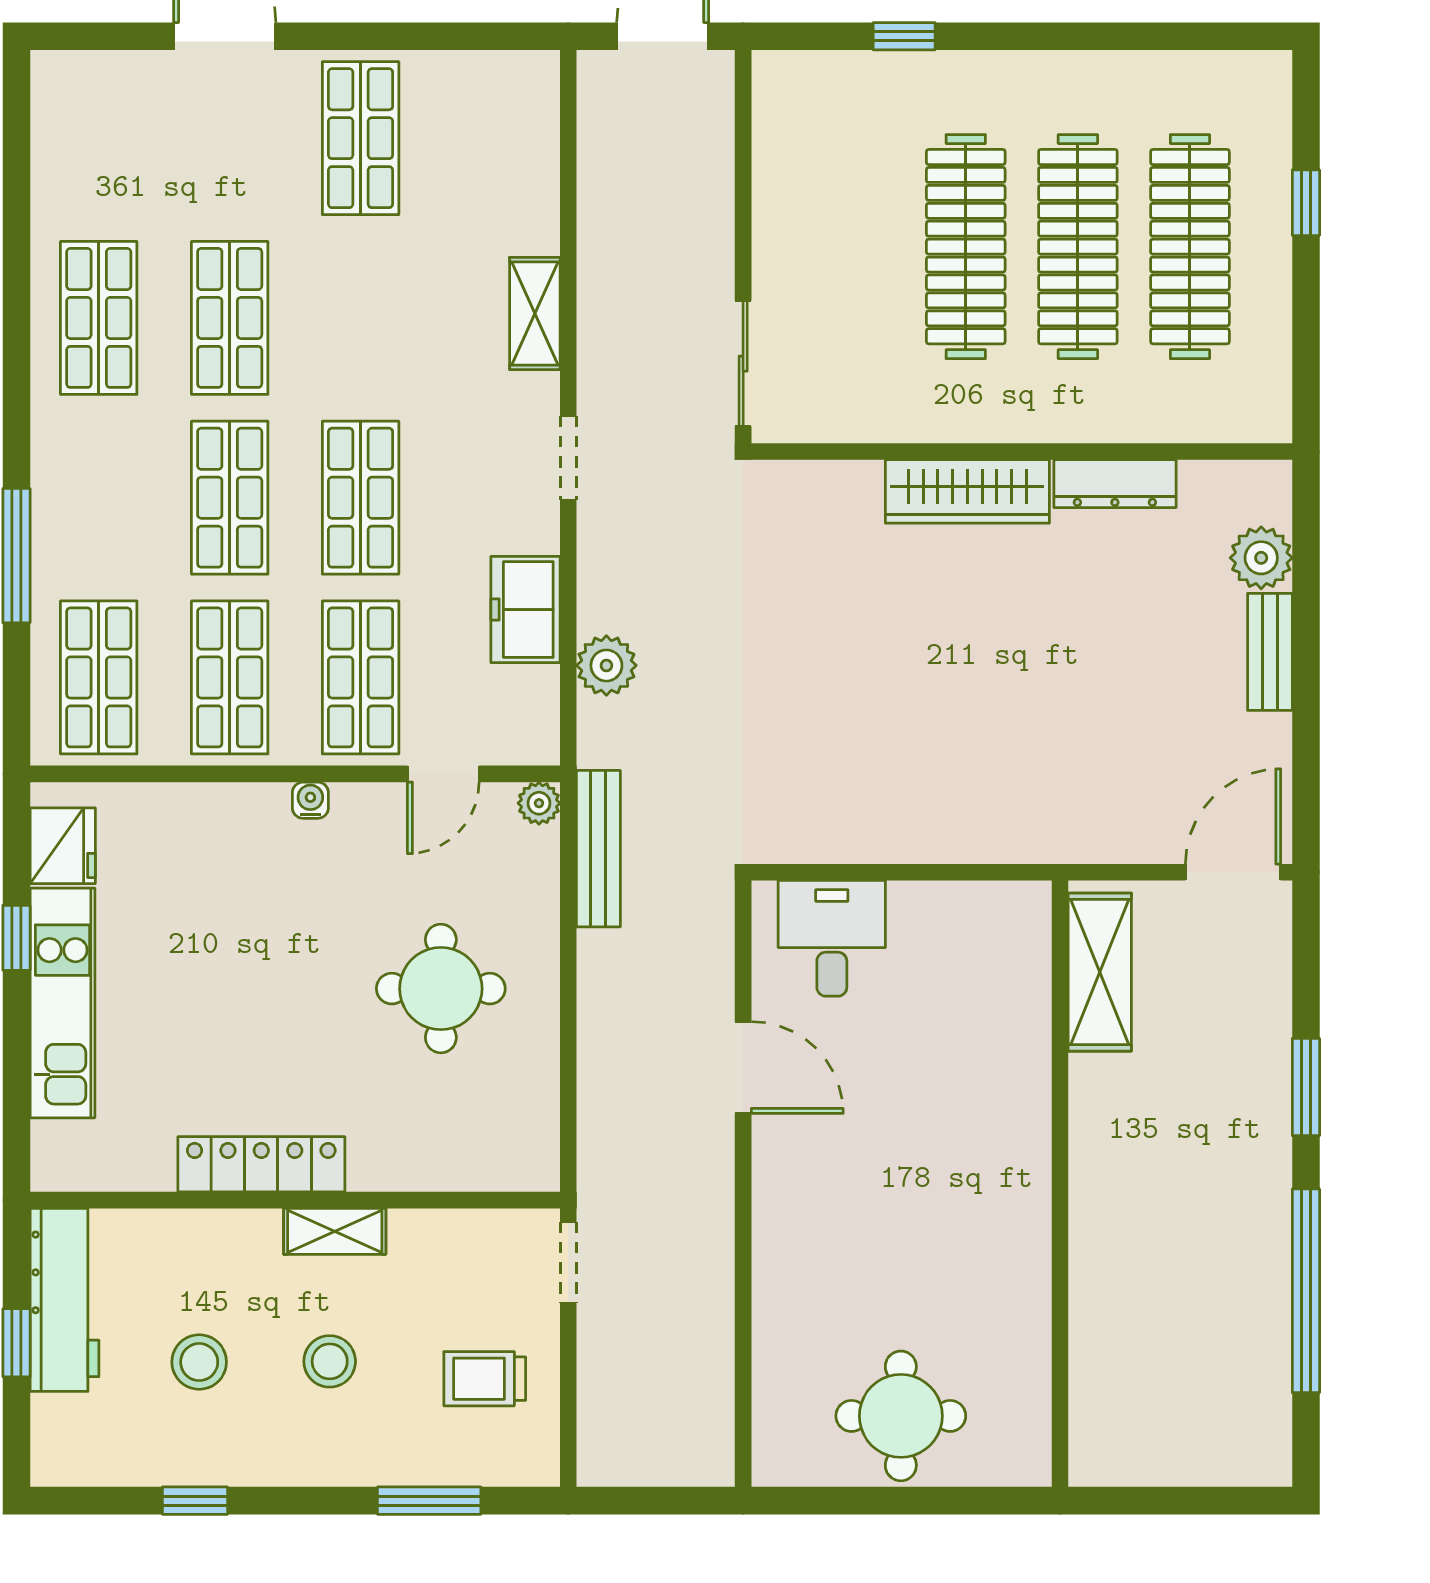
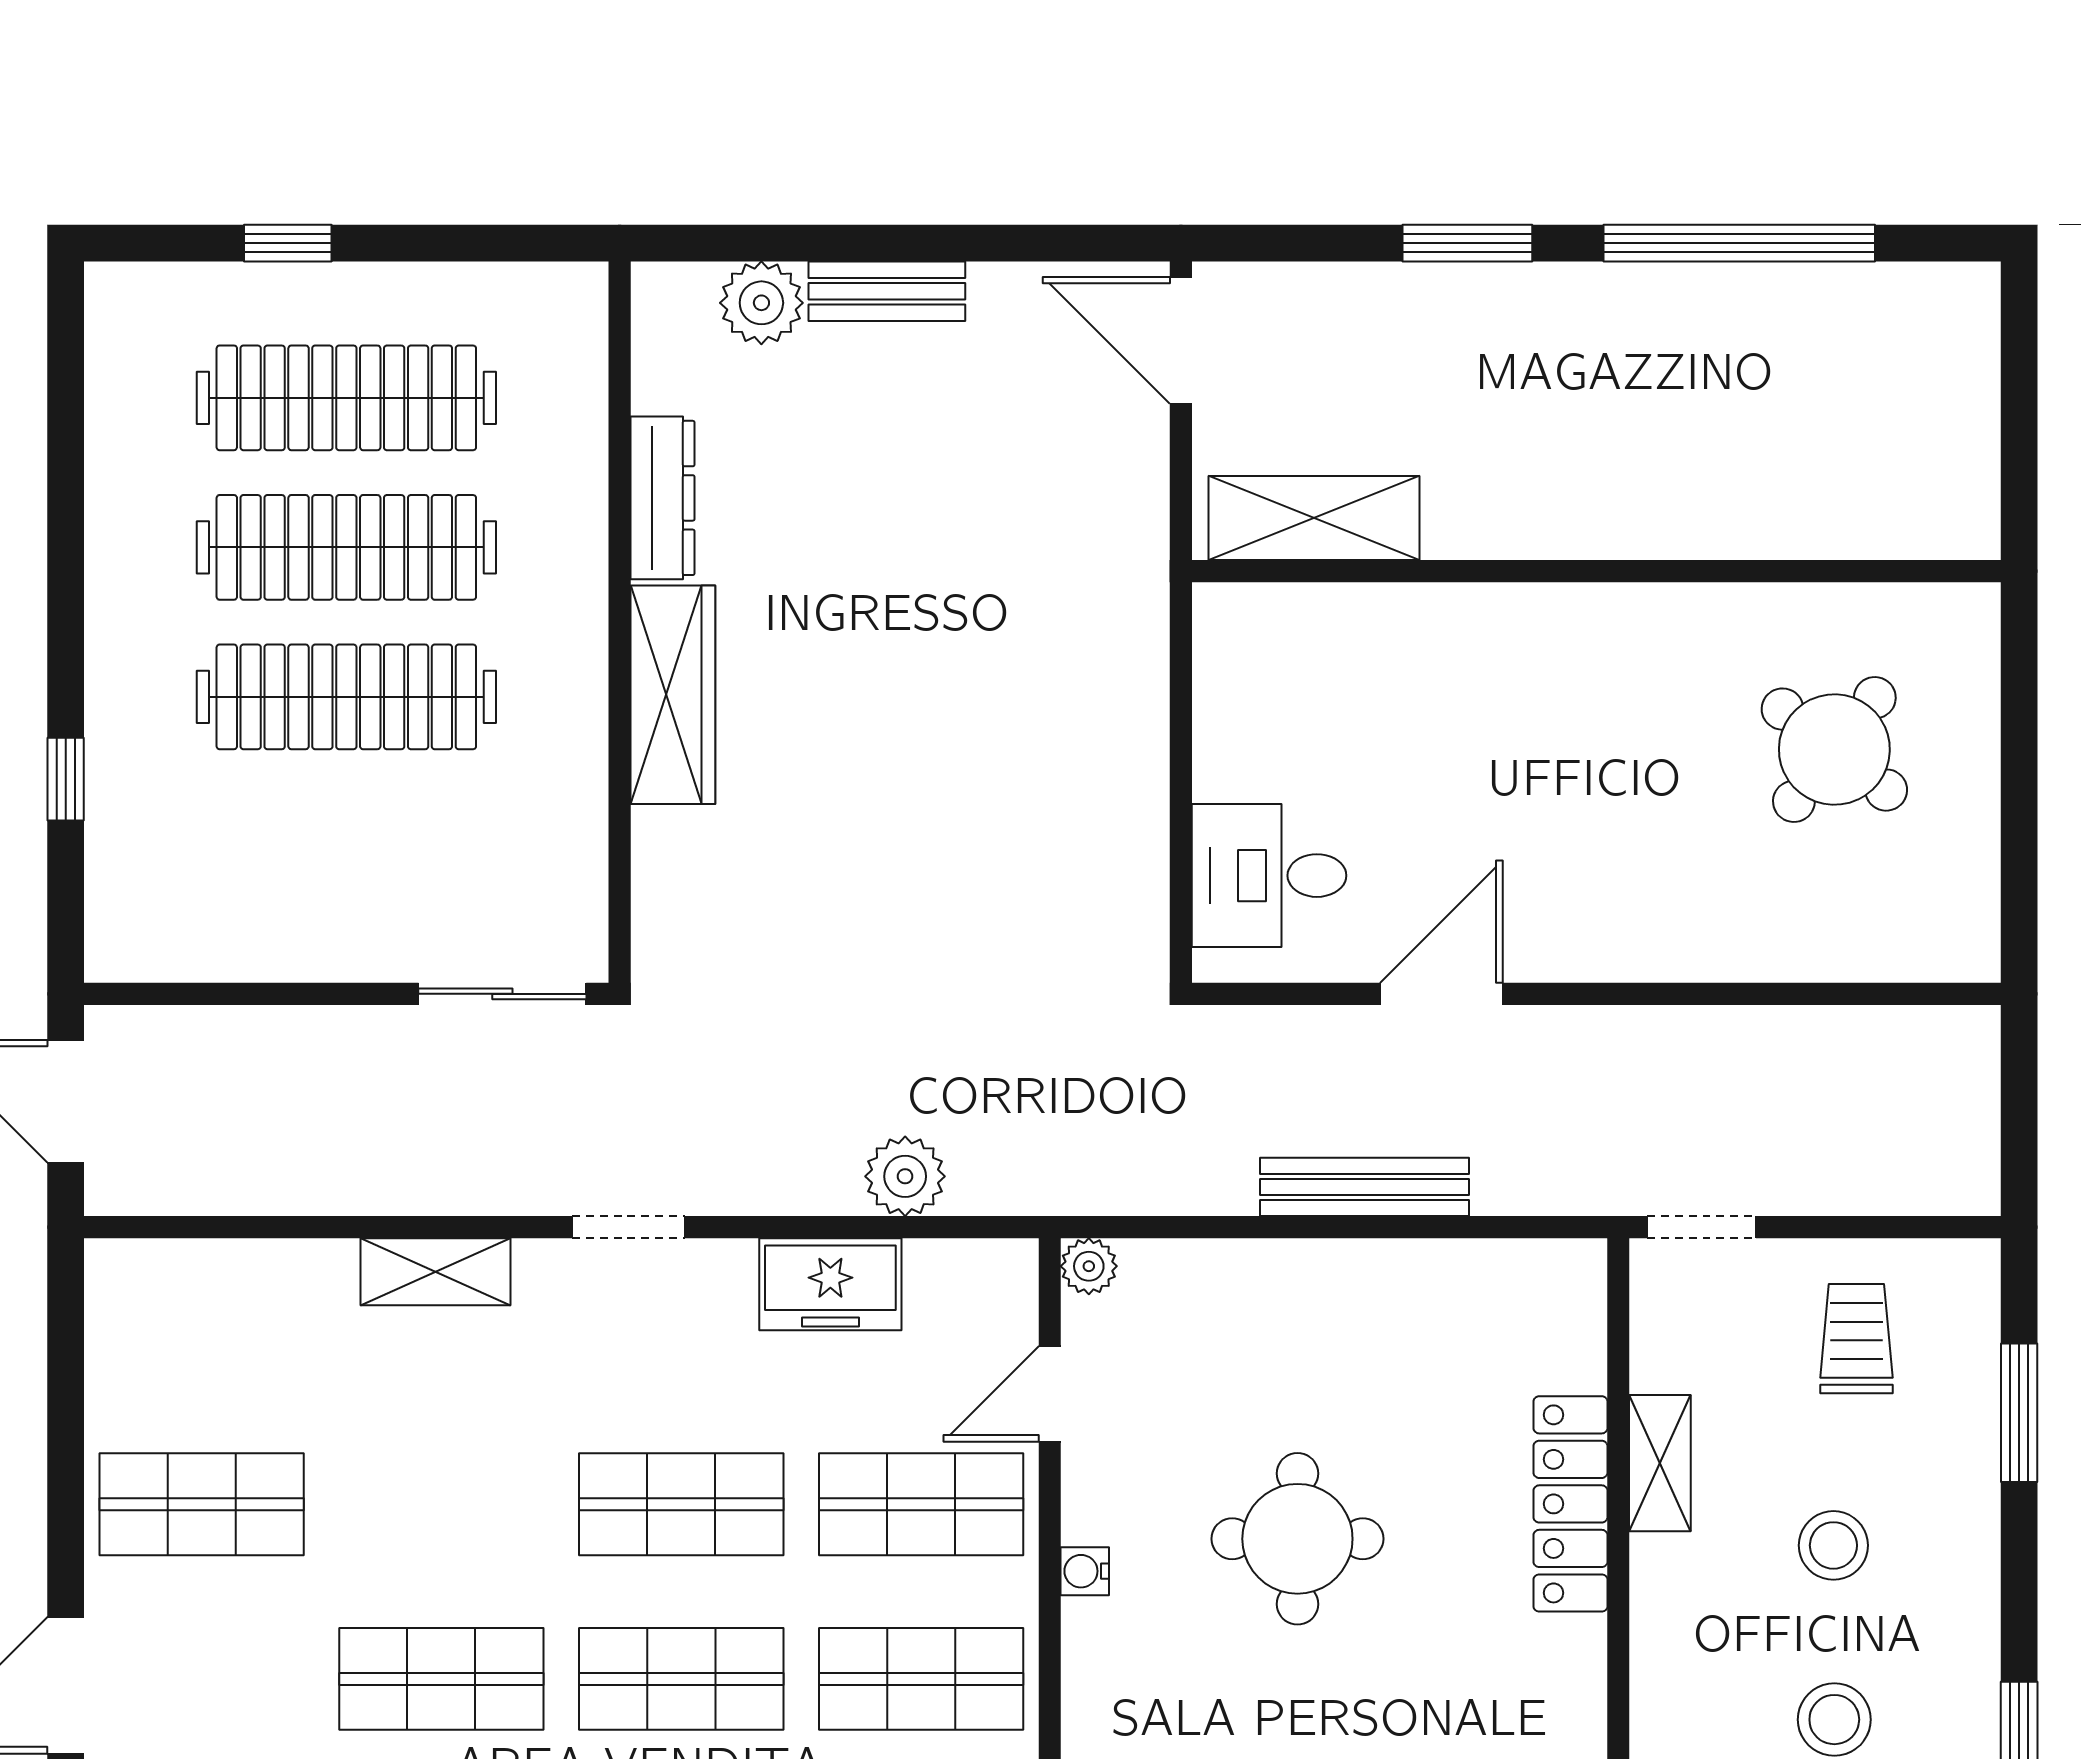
door: (443, 774) -> (1050, 1394), swing flipped
bench: (598, 849) -> (1365, 1187), moved
round table: (441, 989) -> (1297, 1539), moved
locker: (261, 1164) -> (1570, 1504), moved
shelving: (335, 1231) -> (1660, 1463), moved
trolley: (485, 1379) -> (1856, 1339), turned 180
round table: (901, 1416) -> (1834, 750), moved, turned 38

